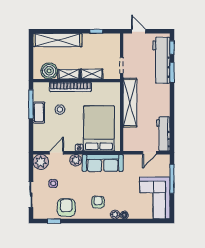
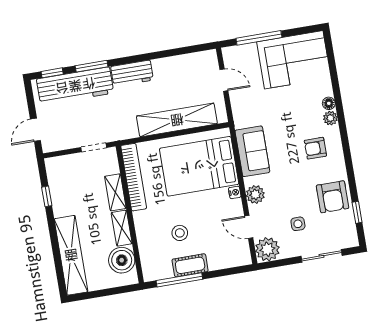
bookcase: (70, 87) -> (134, 177), moved
shelving: (130, 103) -> (177, 120), moved
workbench: (163, 134) -> (132, 73), moved, width x0.73
sofa: (103, 163) -> (252, 151), width x0.73
armchair: (66, 208) -> (333, 197), turned -90

